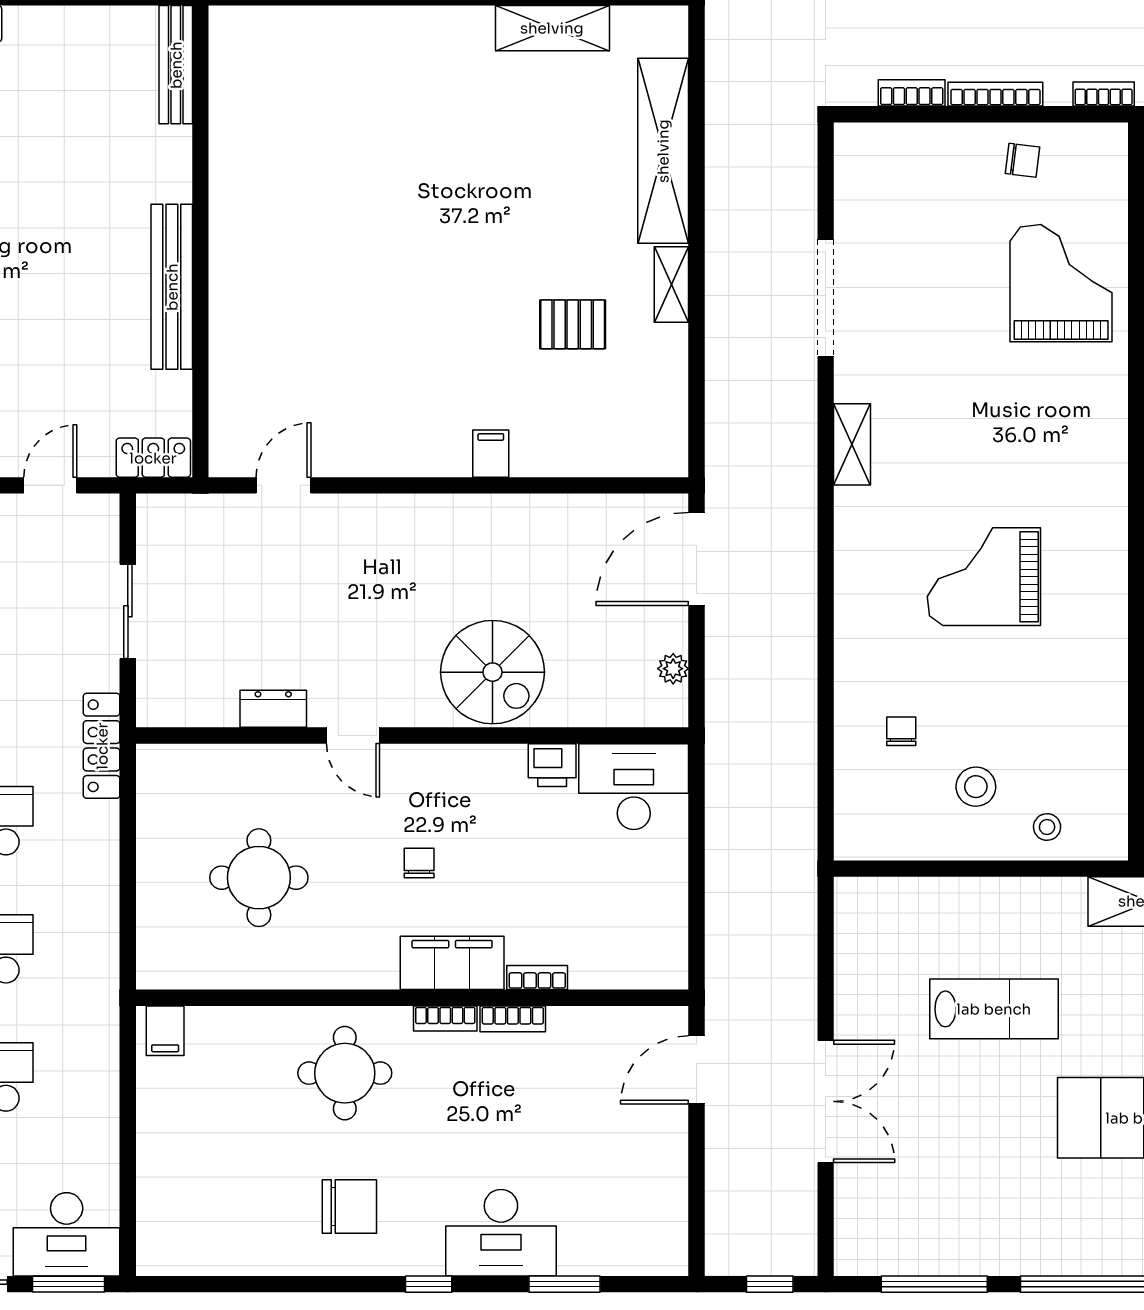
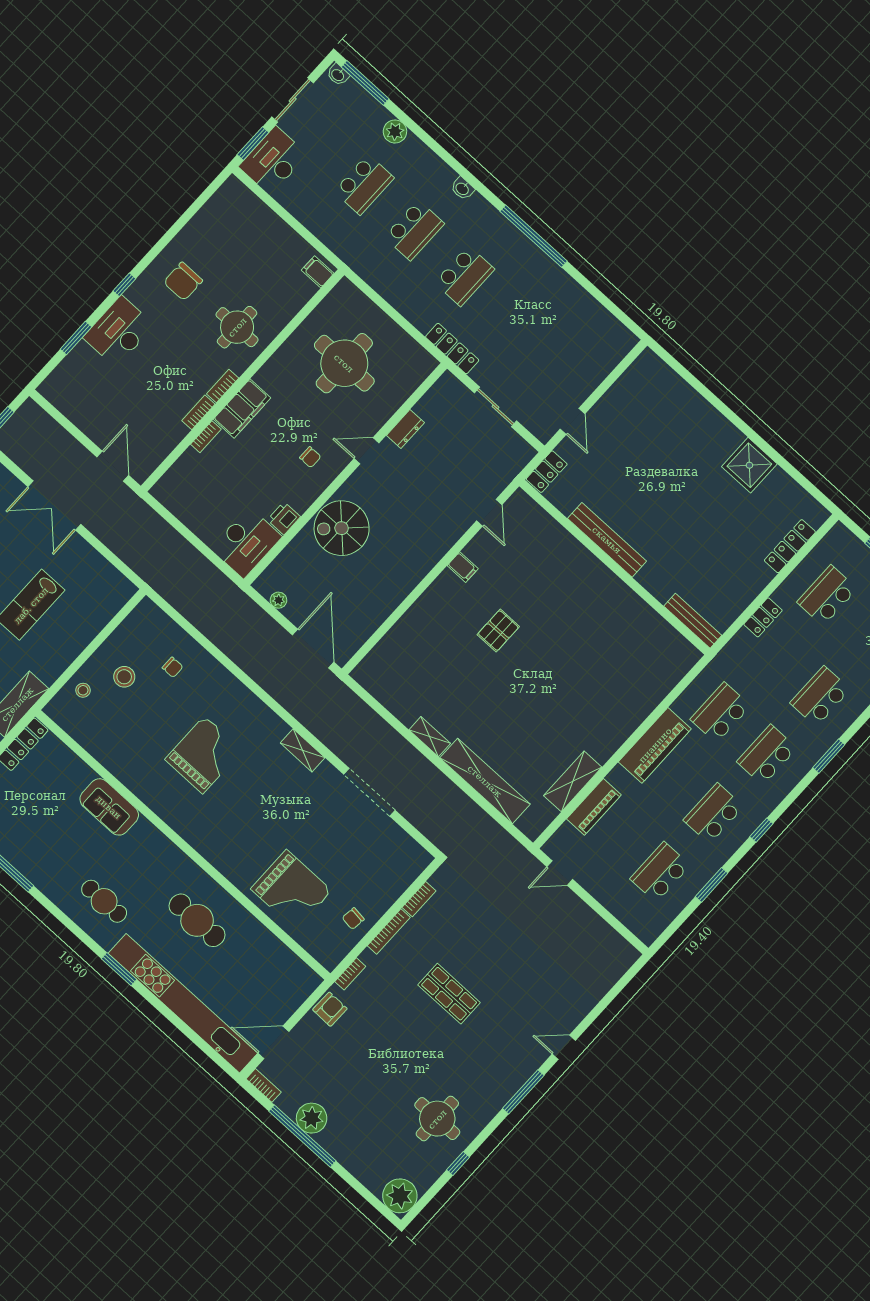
pallet: (573, 324) -> (498, 631), moved
filing cabinet: (491, 454) -> (463, 567), moved
chair: (419, 863) -> (310, 457), moved
round table: (259, 878) -> (344, 363), width x1.36, depth x1.36

